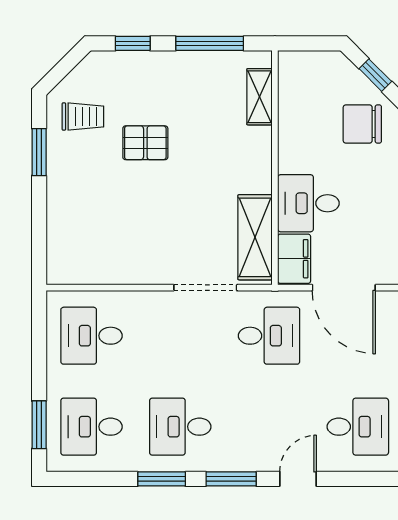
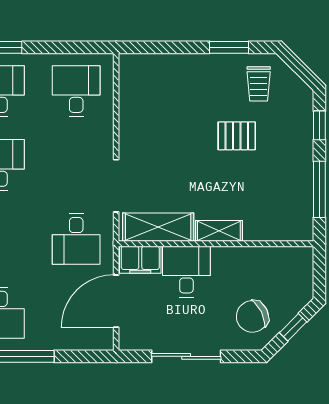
shelving: (259, 97) -> (219, 231), moved
chair: (362, 124) -> (252, 316), turned -116
pallet: (145, 143) -> (237, 136), turned 90

